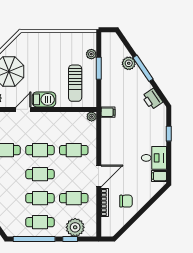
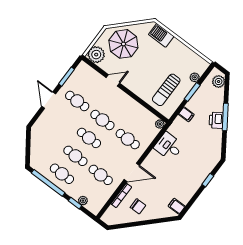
plant: (129, 63) -> (219, 82), moved
barbecue: (44, 99) -> (161, 35), moved, turned 180
printer: (152, 99) -> (216, 120), moved
filing cabinet: (108, 112) -> (186, 114), moved
desk: (154, 158) -> (169, 146), moved, turned 180
plant: (75, 227) -> (83, 201), width x0.53, depth x0.53

